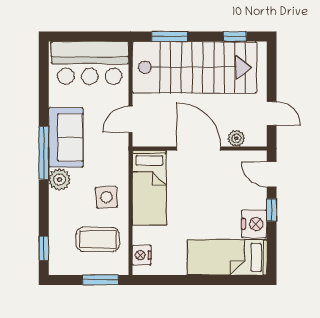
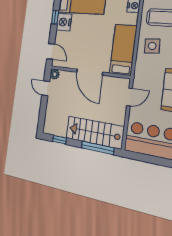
window: (170, 37) -> (98, 148), width x1.44
stairs: (194, 67) -> (95, 132), width x0.73, depth x0.66
plant: (236, 138) -> (55, 74), moved
window: (272, 210) -> (55, 17), moved

